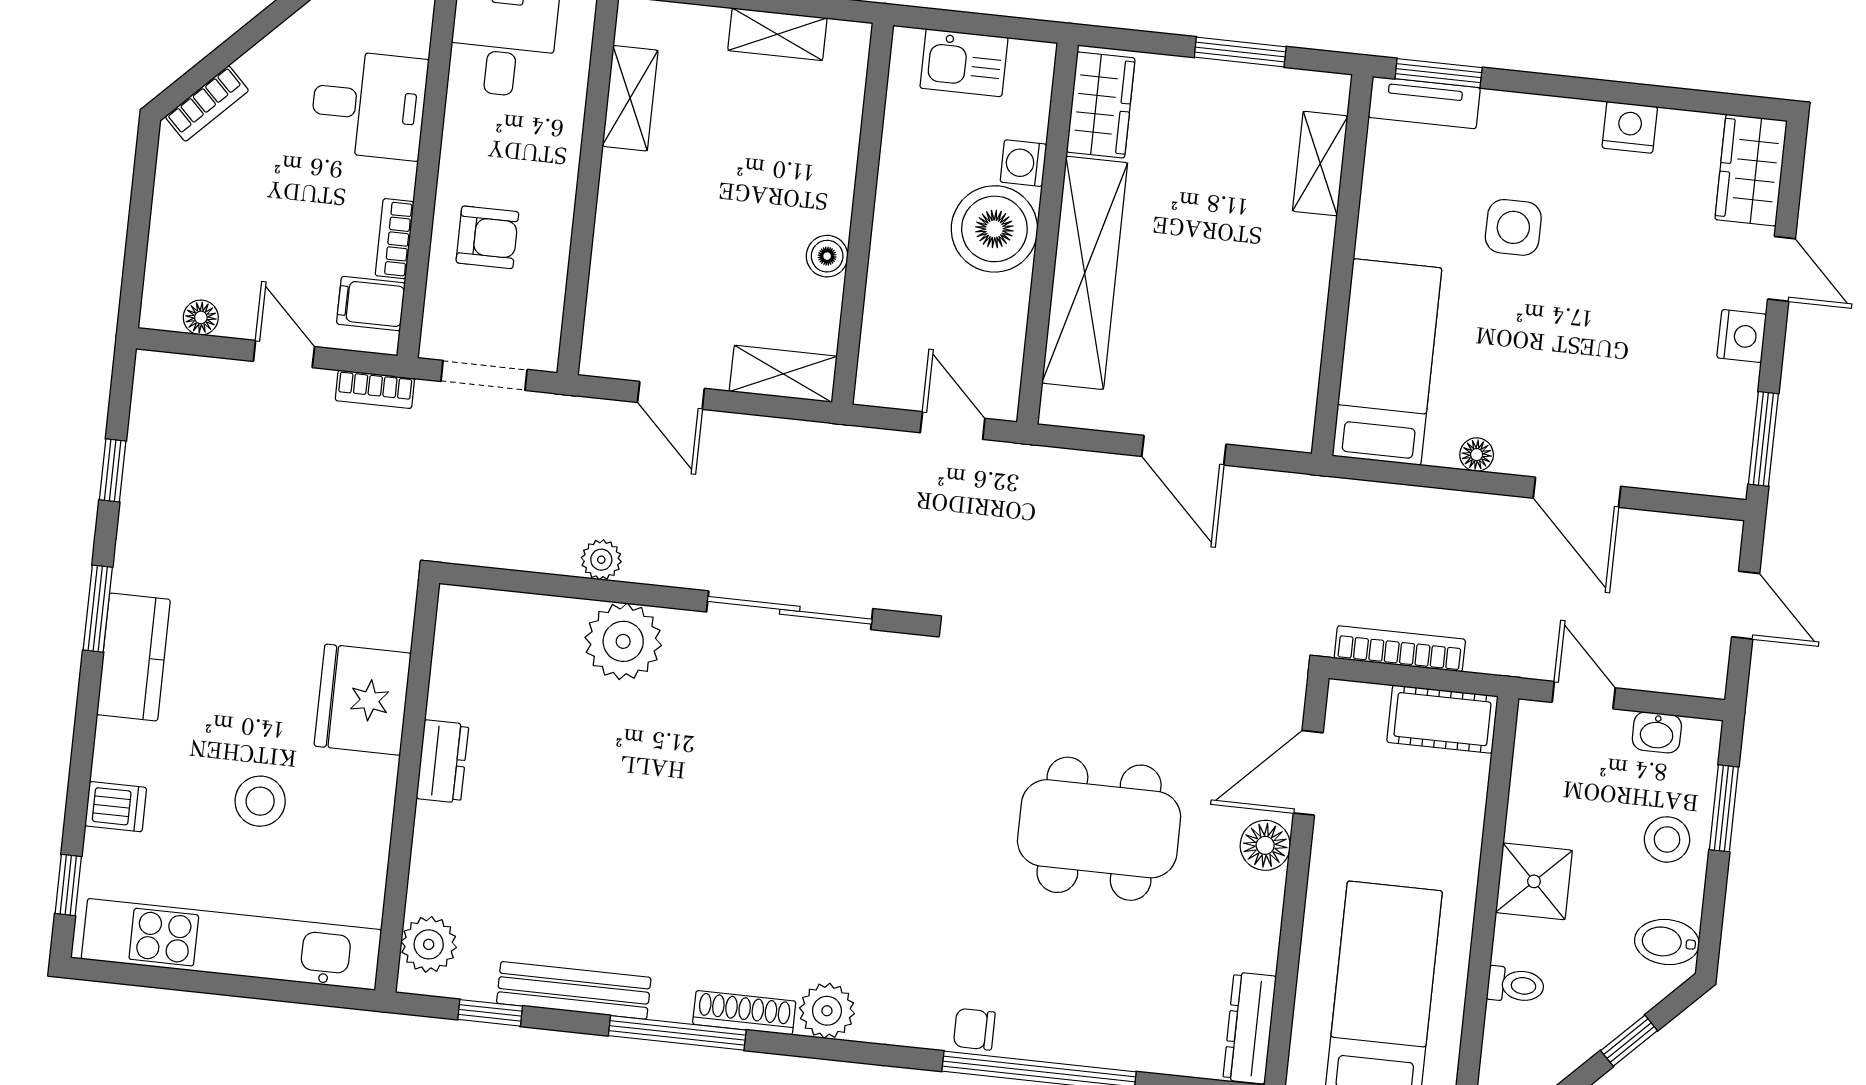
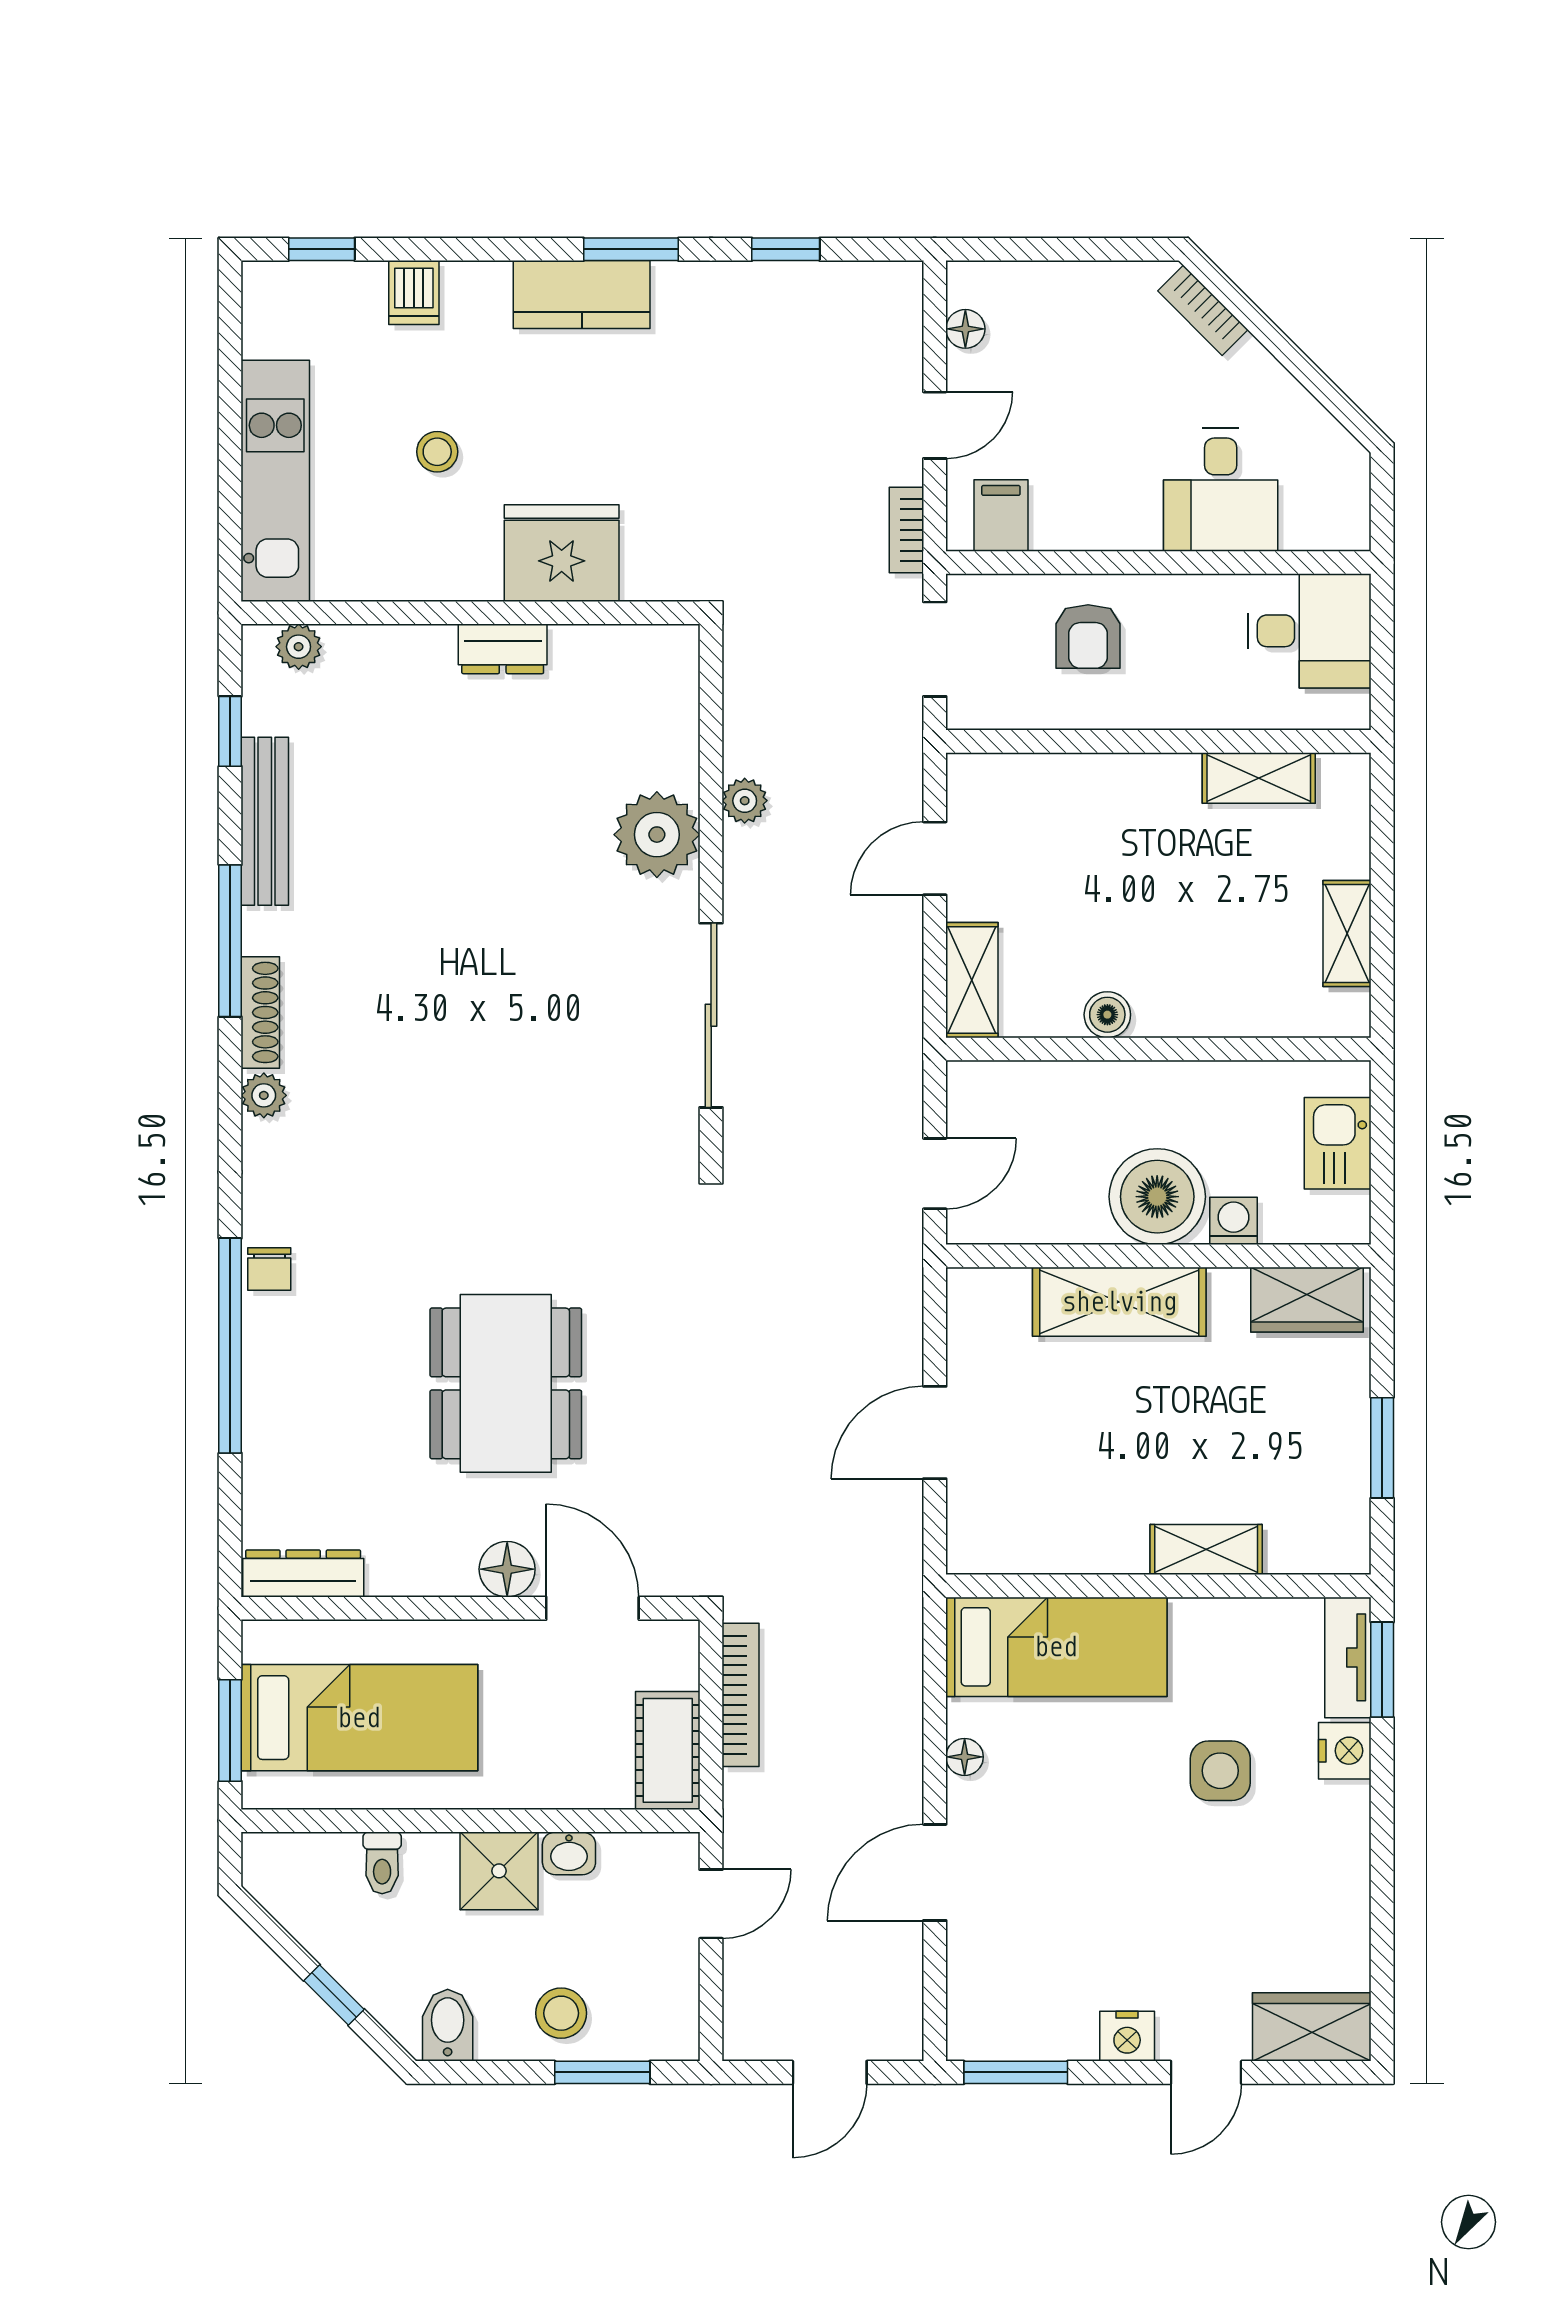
nightstand: (1630, 127) -> (1345, 1751), moved
shelving: (1320, 164) -> (1206, 1549), moved
bookcase: (395, 239) -> (1075, 534), removed
shelving: (1085, 273) -> (1119, 1302), width x0.68
washbasin: (1657, 732) -> (569, 1853), moved, turned -90
stool: (260, 801) -> (437, 452), width x0.73, depth x0.73
kitchen unit: (231, 944) -> (275, 481), width x0.73
plant: (429, 944) -> (299, 647), width x0.73, depth x0.73
plant: (827, 1011) -> (264, 1095), width x0.73, depth x0.73
chair: (974, 1029) -> (269, 1269), turned 180

